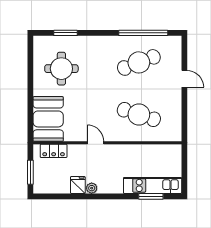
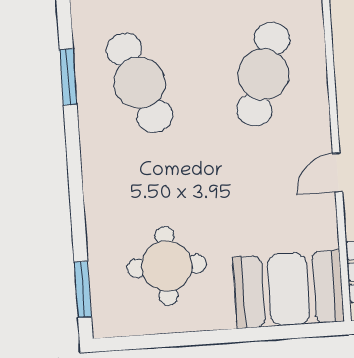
window: (65, 33) -> (83, 289), moved
window: (143, 33) -> (68, 77), width x0.47

